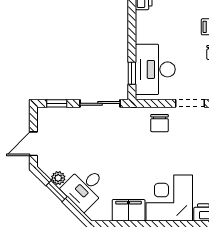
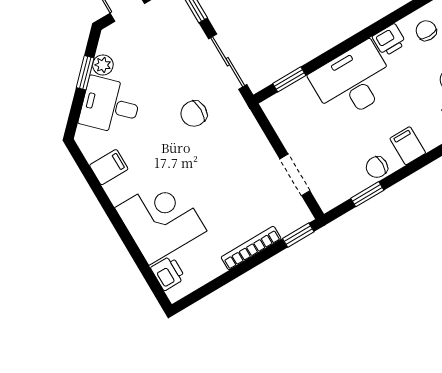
desk: (155, 69) -> (353, 81), moved
chair: (160, 123) -> (194, 114), moved
filing cabinet: (129, 210) -> (109, 167), width x0.50

